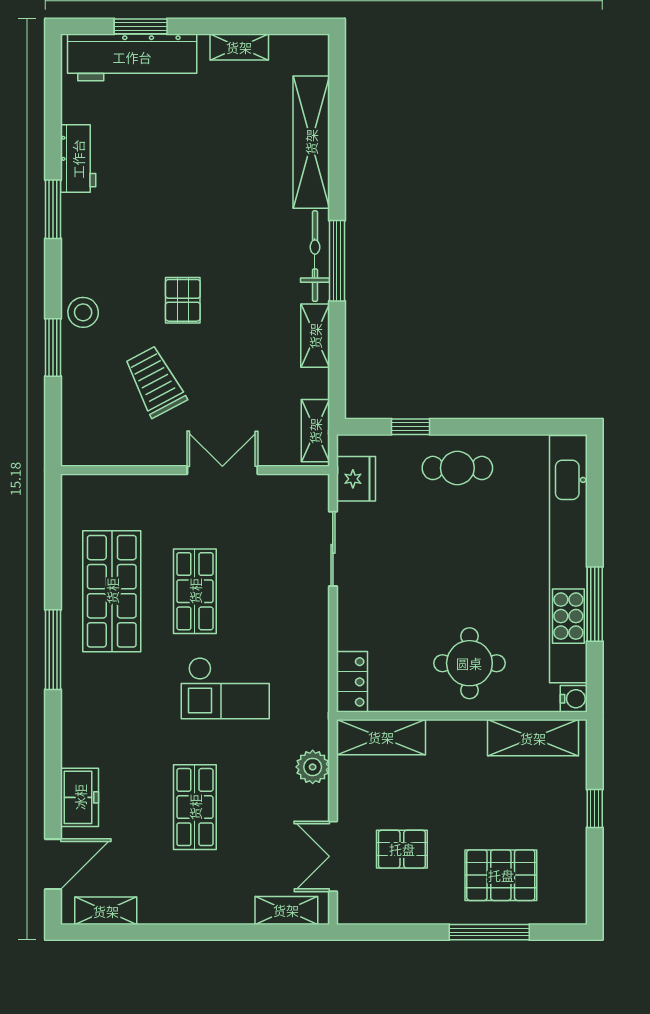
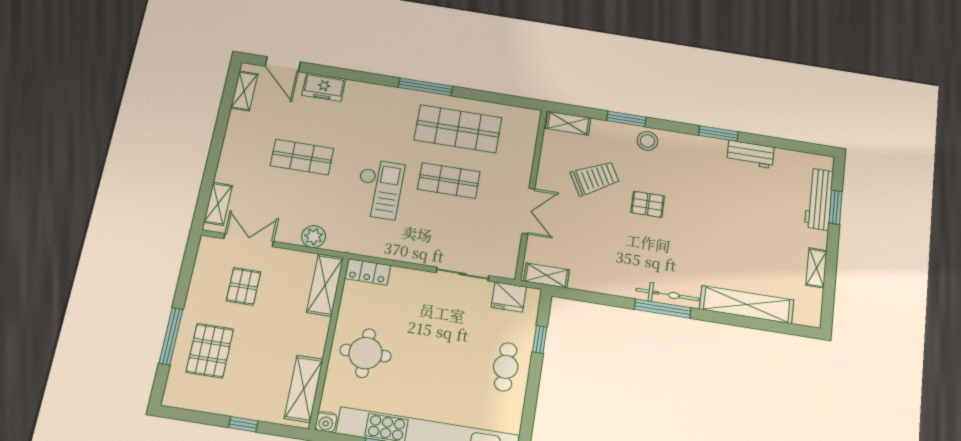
workbench: (132, 57) -> (819, 199), width x0.73, depth x0.76
shelving: (315, 336) -> (568, 123), moved
checkout: (225, 688) -> (379, 189), turned 180

